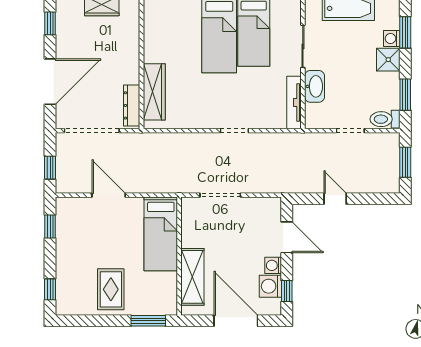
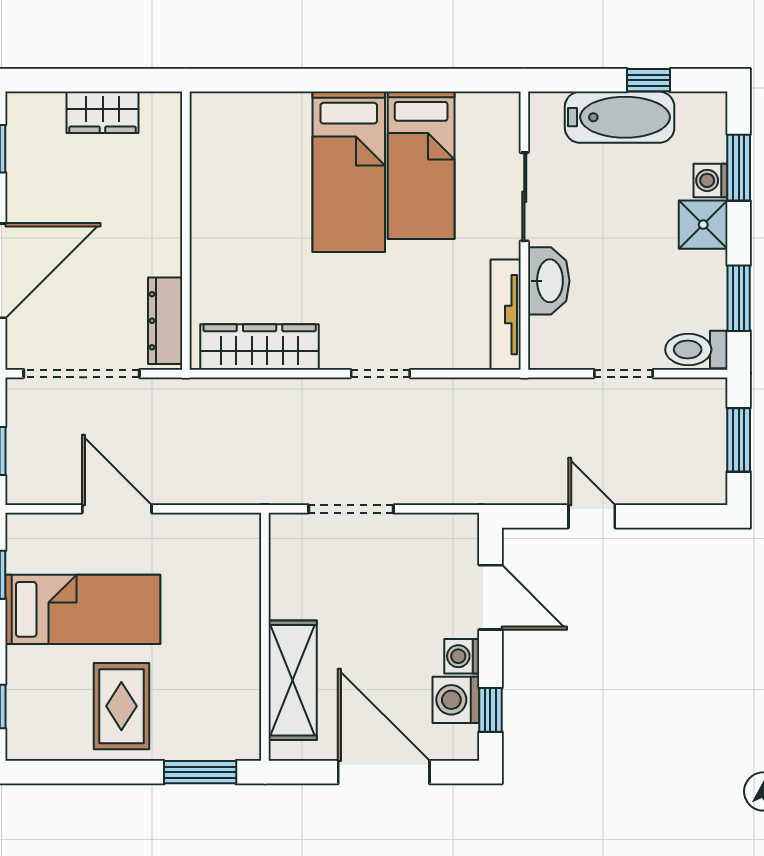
wardrobe: (154, 92) -> (260, 347), moved, turned -90
bed: (161, 234) -> (83, 609), moved, turned -90

